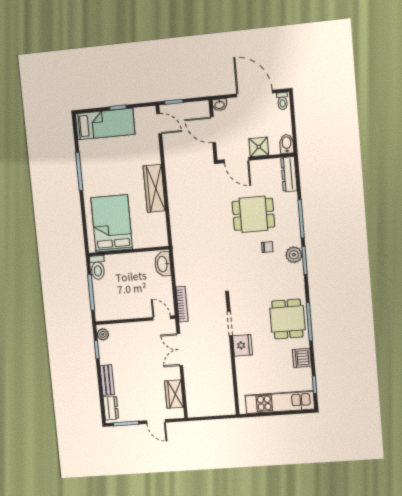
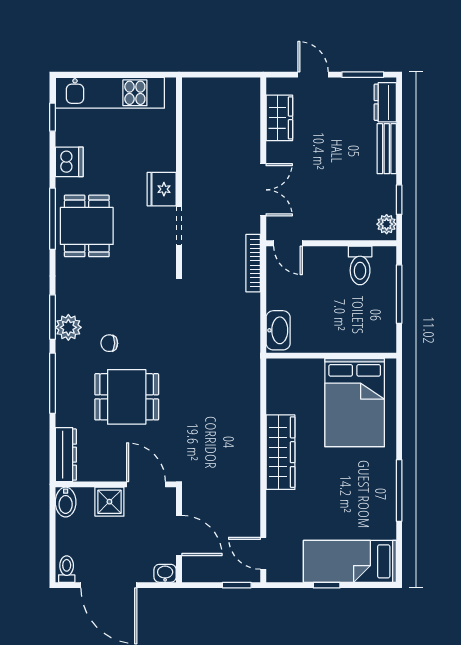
toilet: (98, 268) -> (360, 265), moved, turned 180

